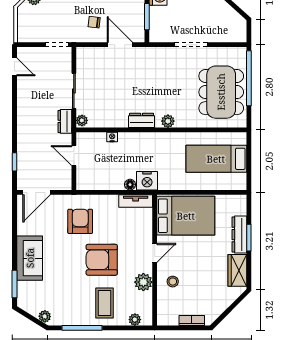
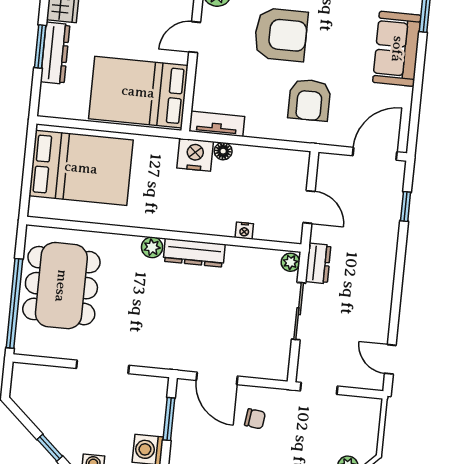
dresser: (142, 120) -> (194, 253), width x1.44
bed: (216, 159) -> (81, 168), width x1.50

